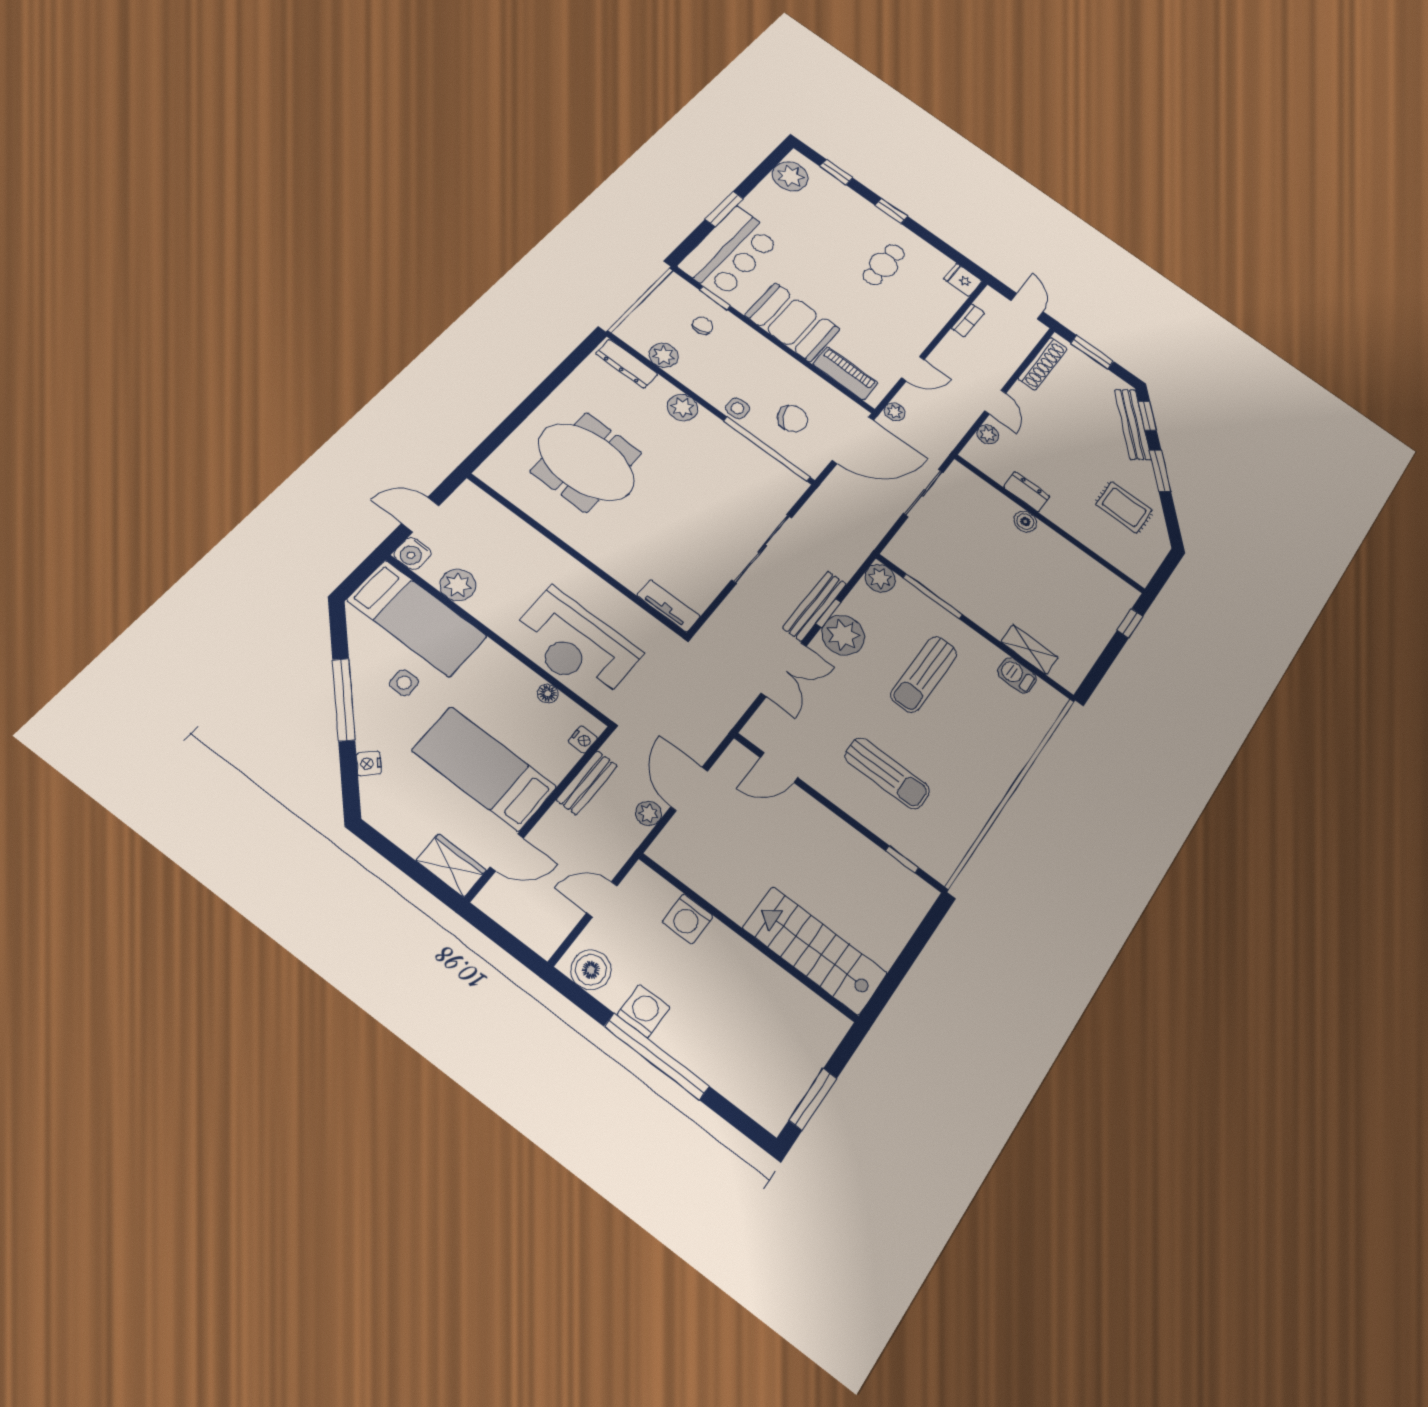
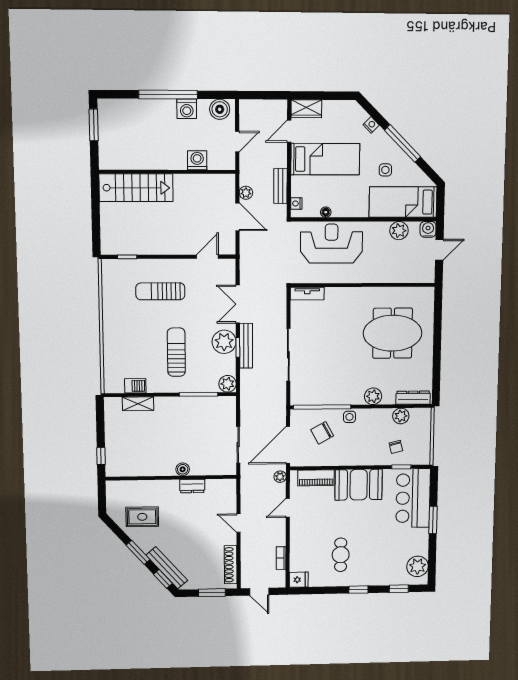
plant: (988, 434) -> (230, 502), removed

